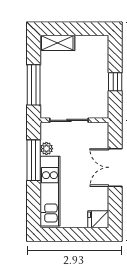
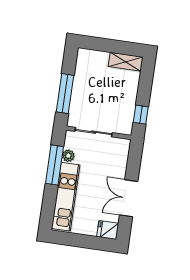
shelving: (57, 43) -> (126, 62), moved
window: (115, 82) -> (141, 115), moved
double door: (115, 167) -> (129, 198), moved

